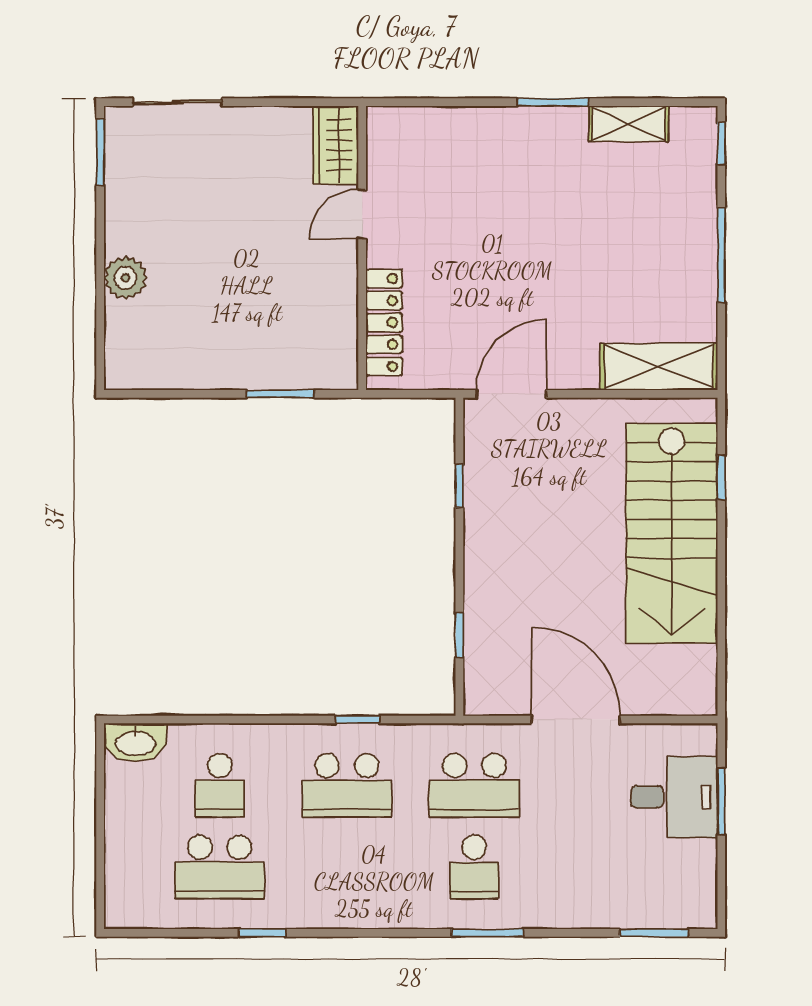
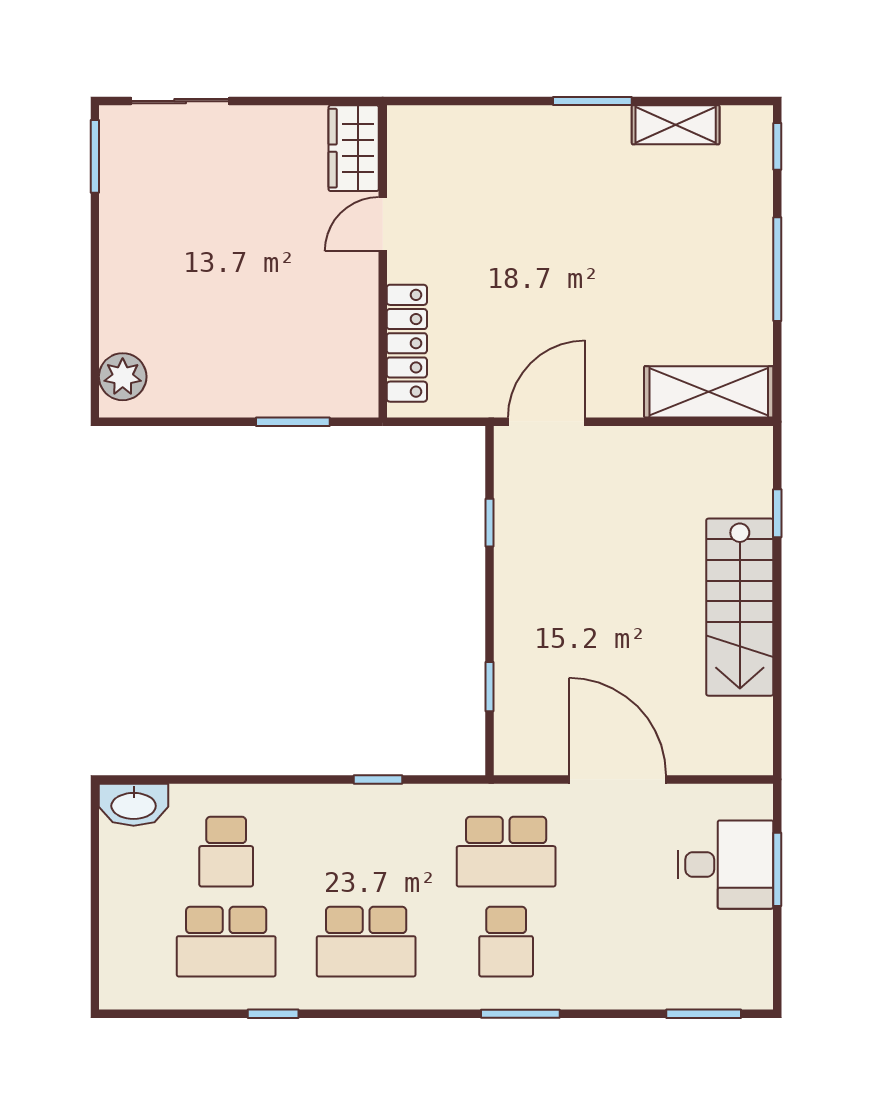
plant: (125, 278) -> (123, 377), moved
stairs: (672, 533) -> (740, 607), width x0.73, depth x0.66
school desk: (347, 785) -> (366, 942), moved

